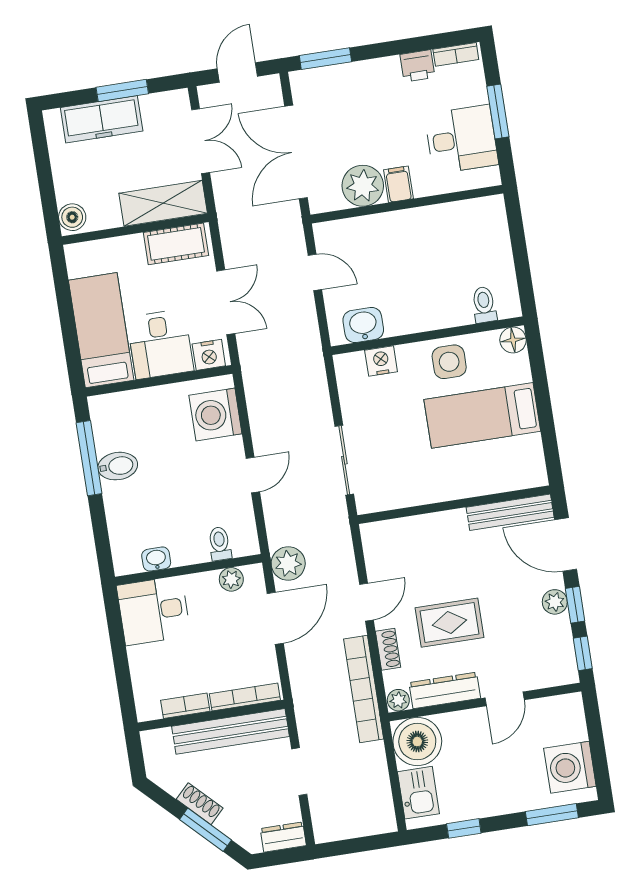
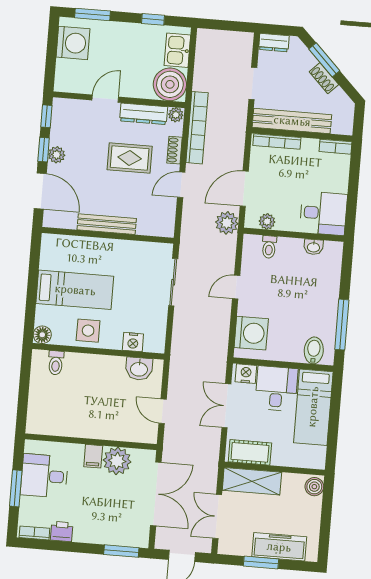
bidet: (118, 466) -> (314, 350), moved, turned 90
bench: (510, 512) -> (107, 224), moved
bookcase: (185, 706) -> (336, 147), moved

